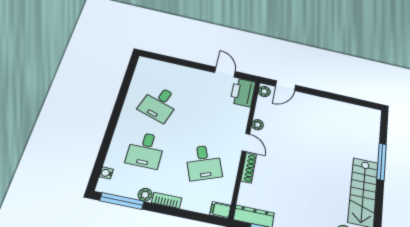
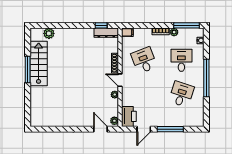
window: (188, 64) -> (170, 129), added
door: (225, 72) -> (144, 129), hinge flipped
door: (285, 86) -> (100, 129), hinge flipped
window: (115, 117) -> (206, 78), added
window: (382, 162) -> (28, 69), moved

